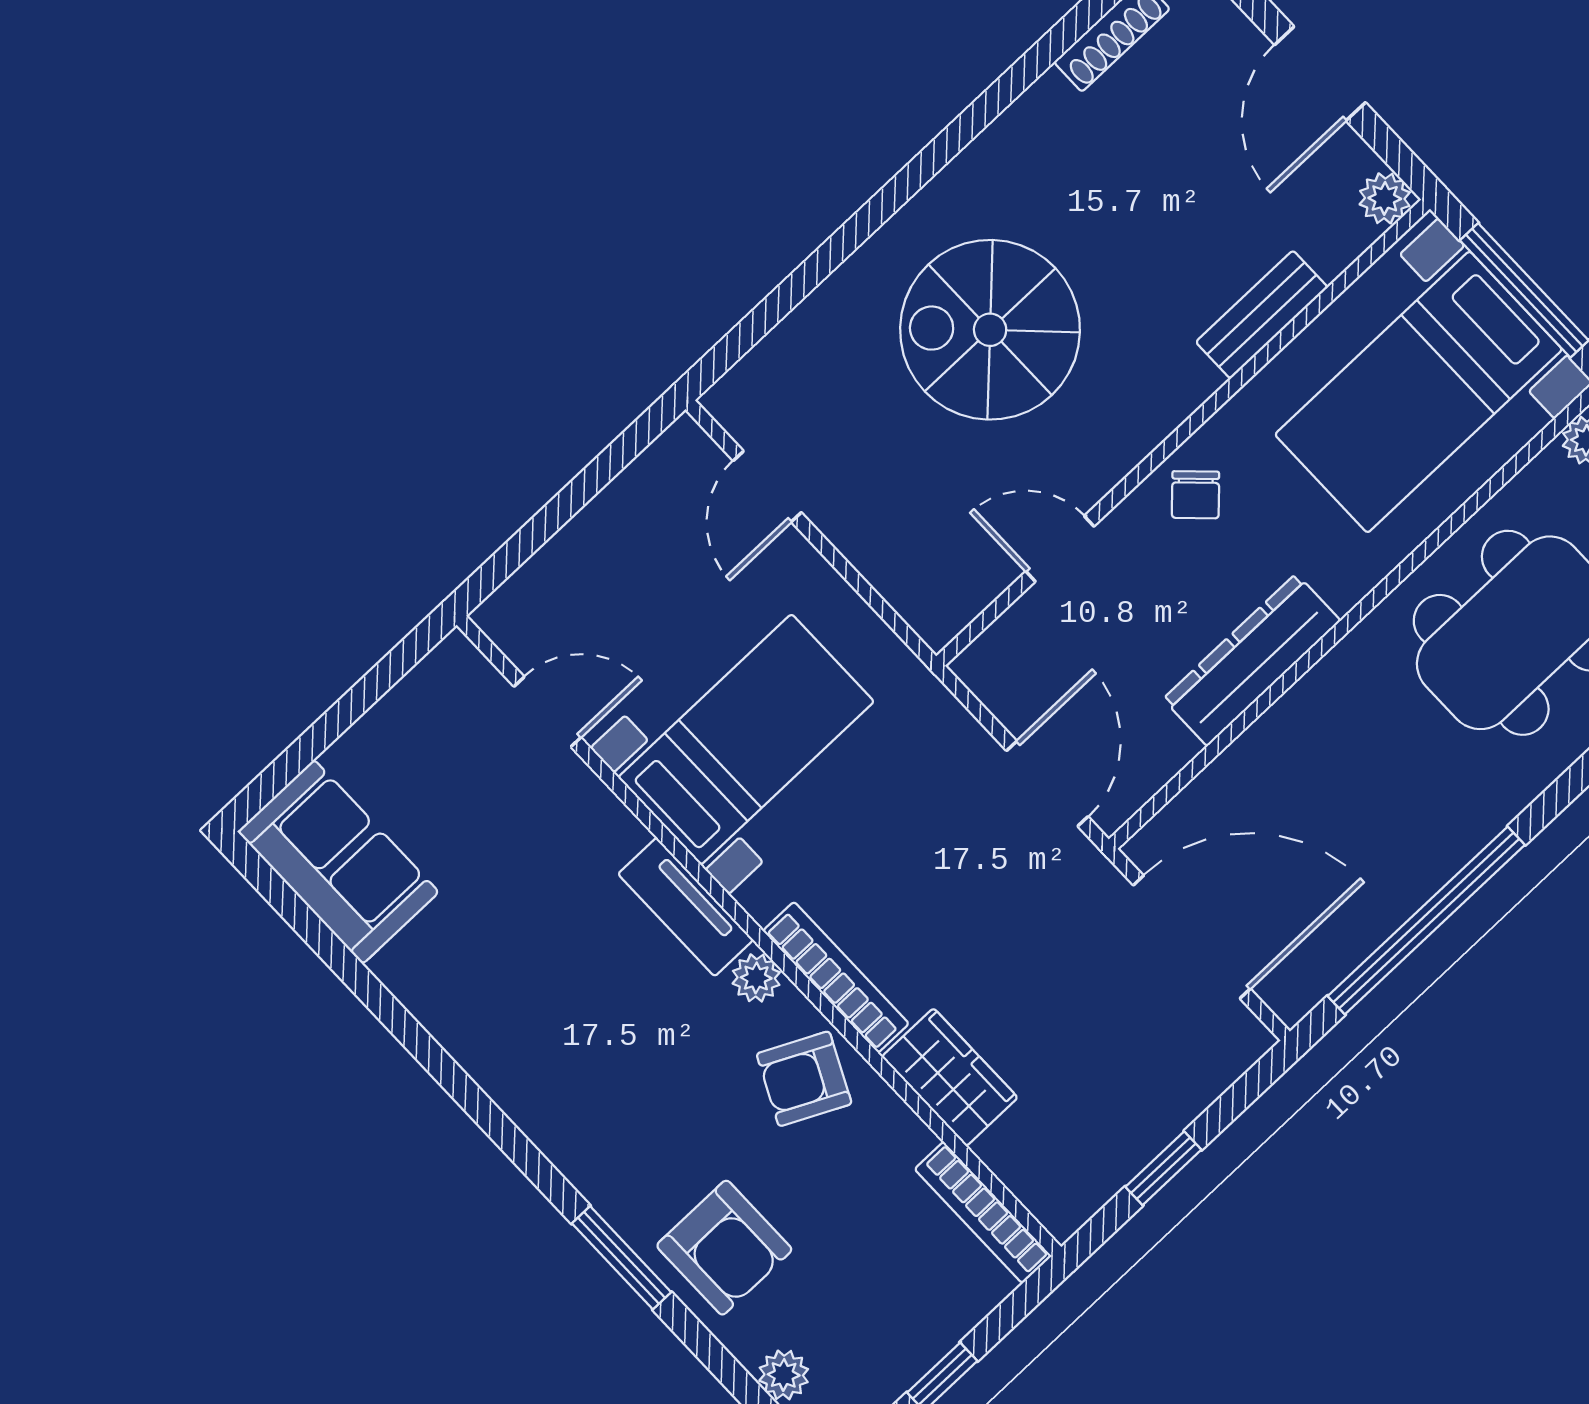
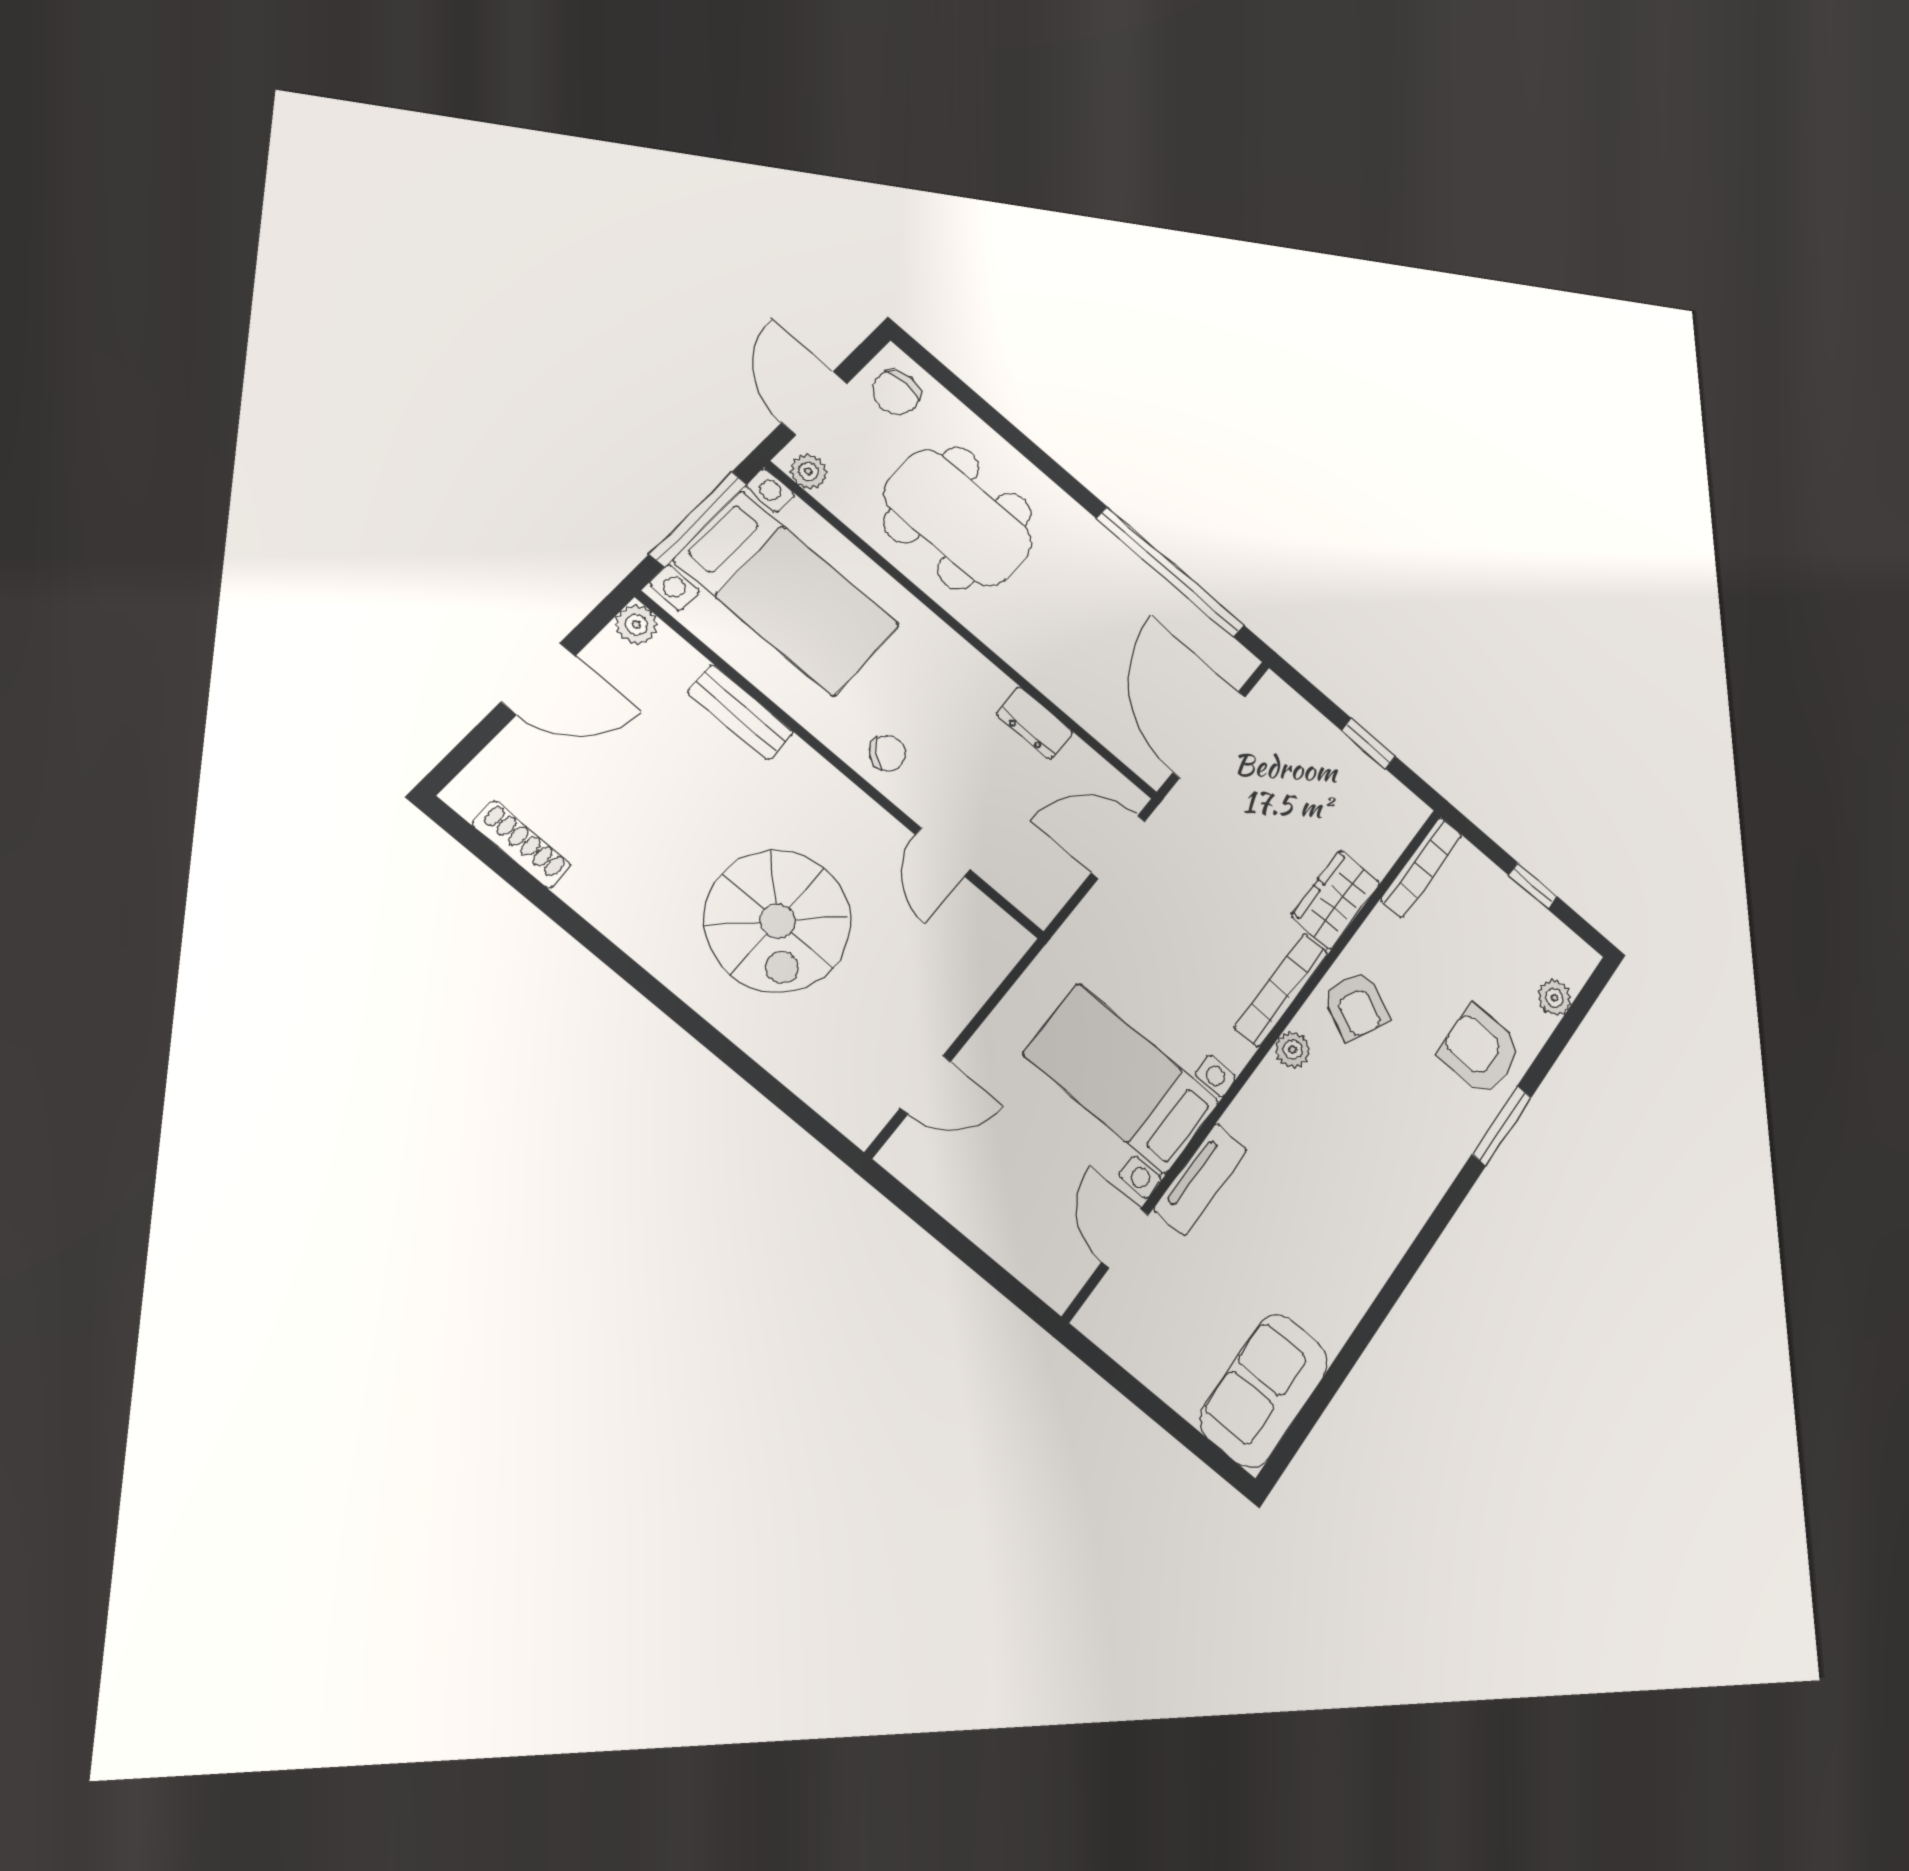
dresser: (1252, 660) -> (1034, 723), width x0.51, depth x0.80
tv unit: (686, 907) -> (1200, 1179), moved
armchair: (724, 1248) -> (1480, 1051), turned -90

